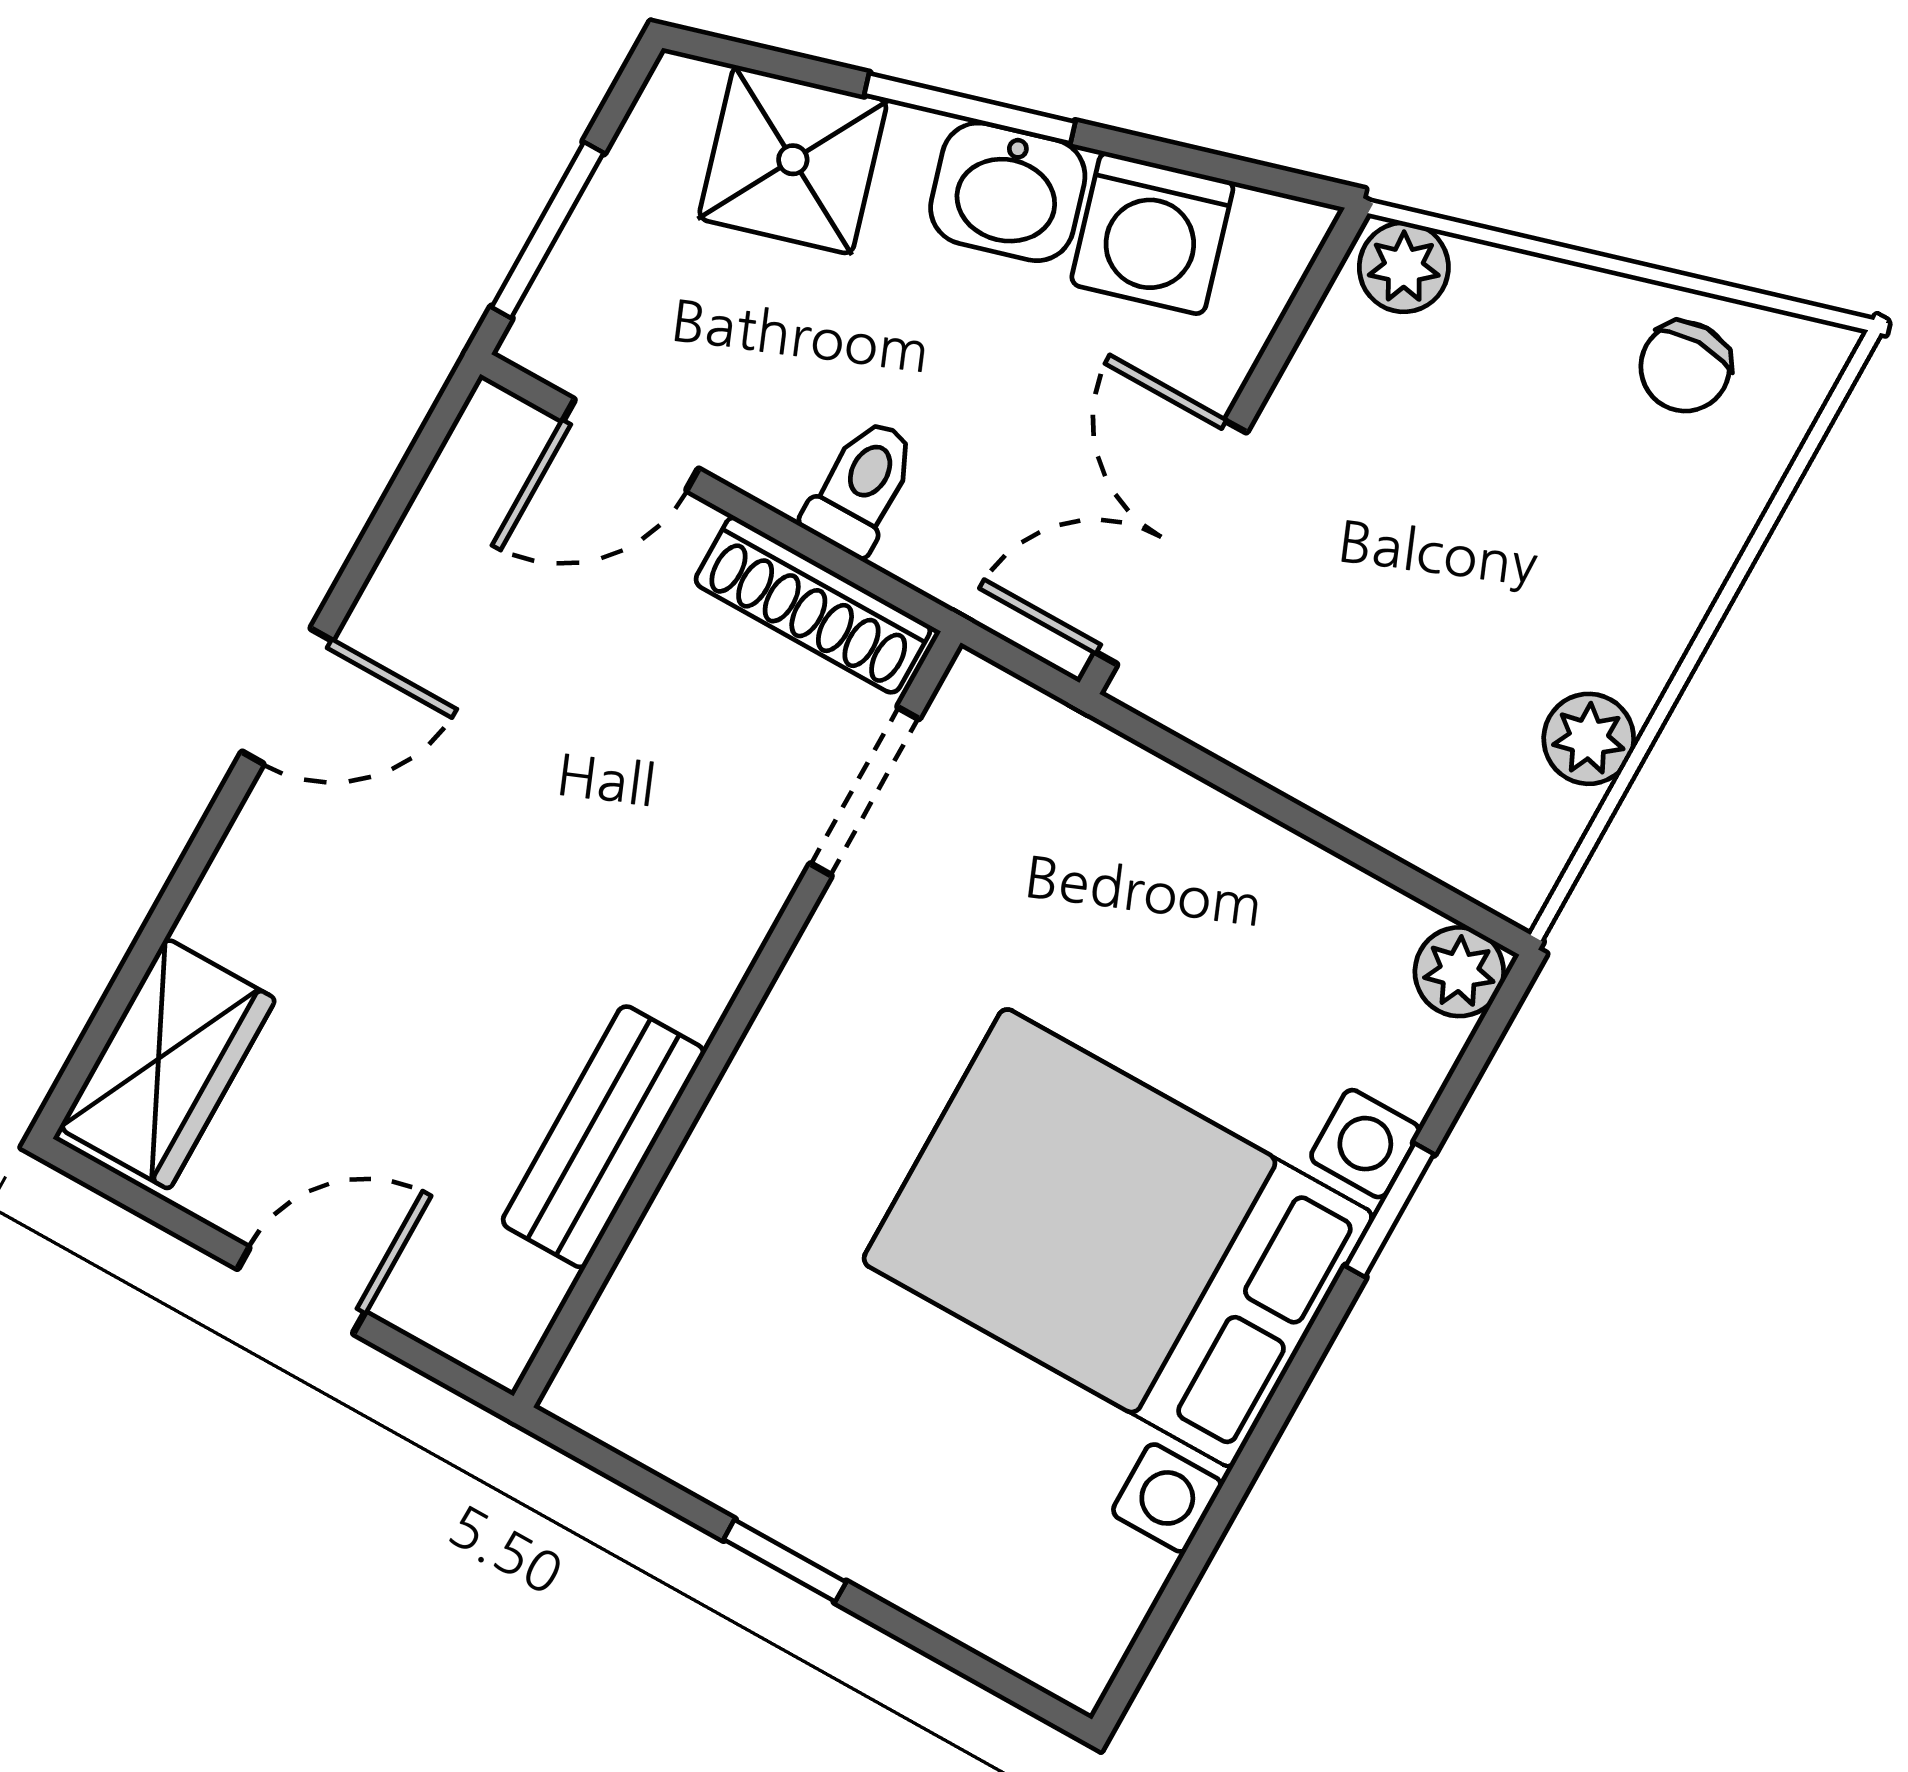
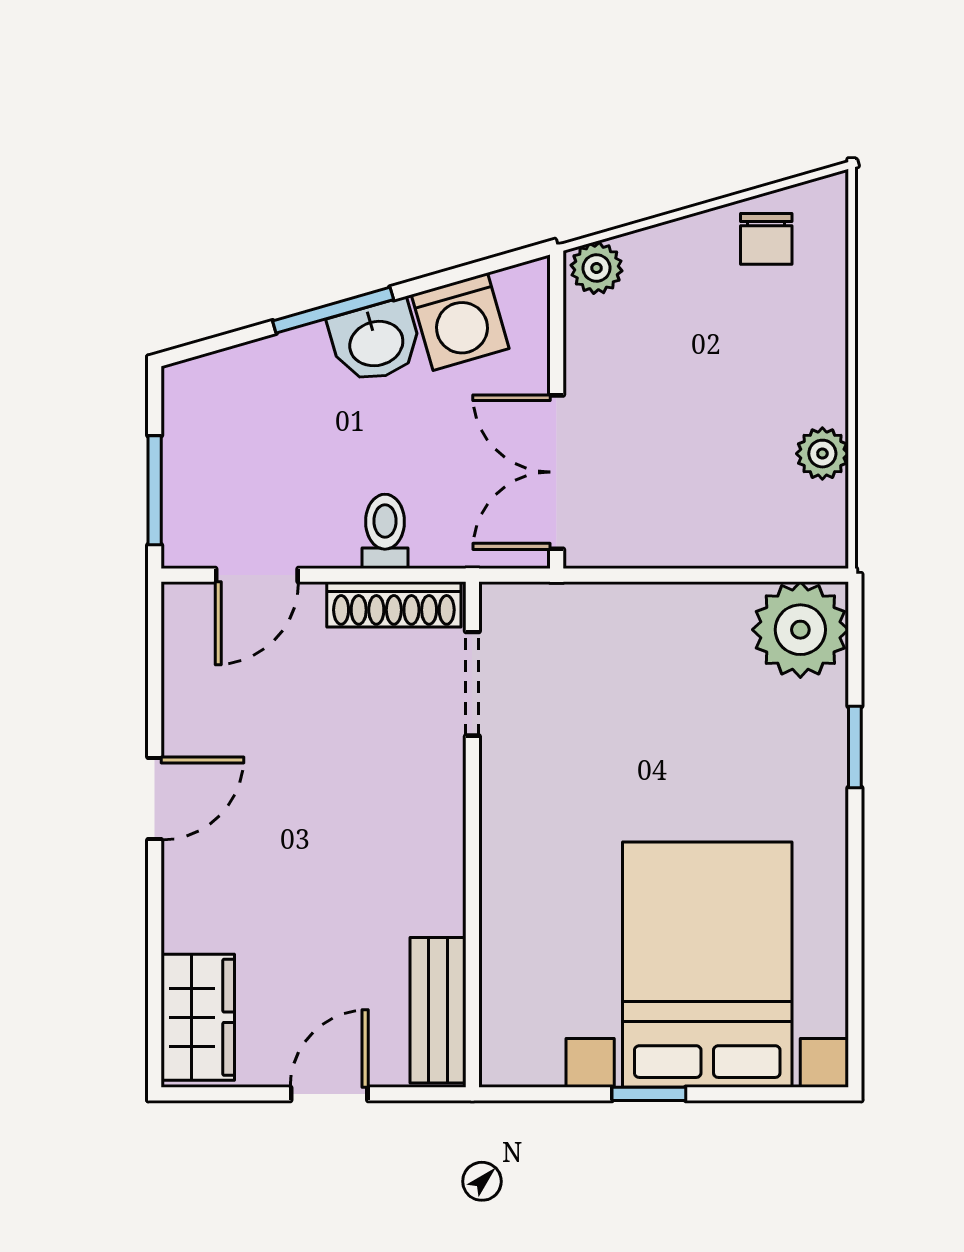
shower: (793, 160) -> (258, 386), removed
plant: (1459, 972) -> (800, 630), width x1.87, depth x1.87
bench: (603, 1137) -> (438, 1010), moved
bed with nightstands: (1118, 1238) -> (707, 965), moved, turned 90

